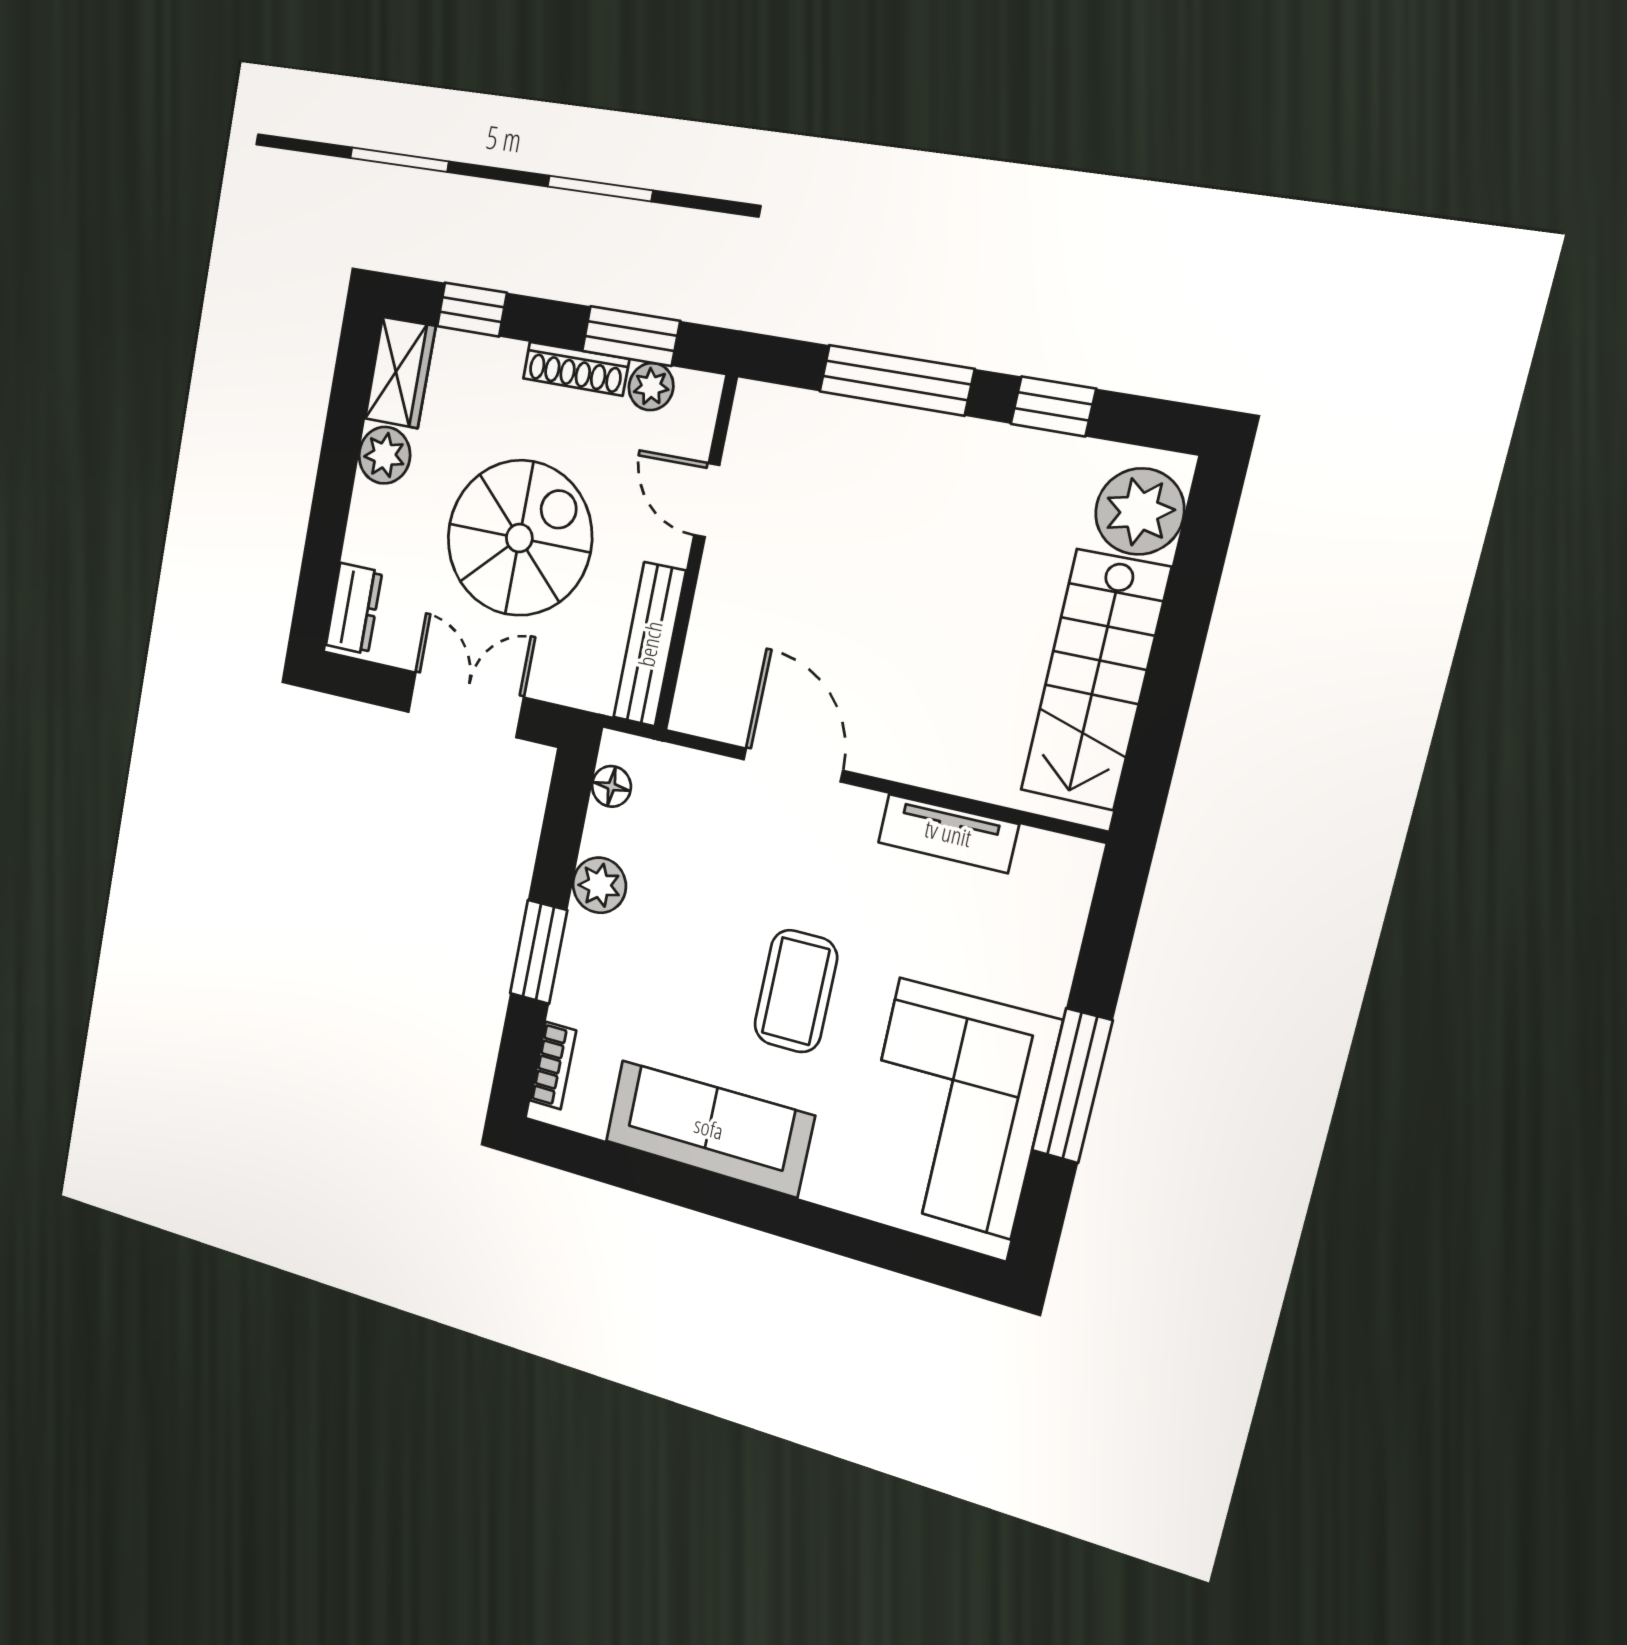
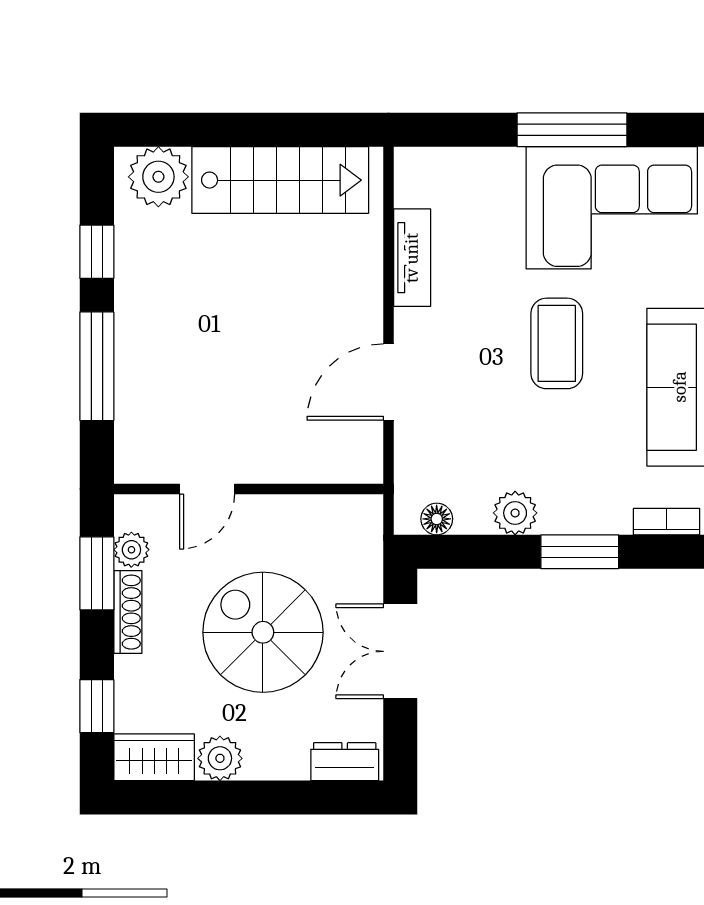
bench: (650, 644) -> (323, 511), removed
coffee table: (796, 991) -> (557, 343), turned 90

